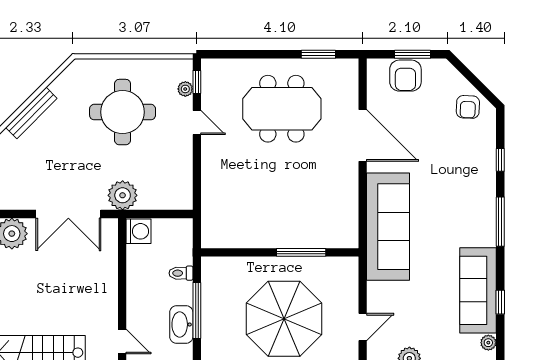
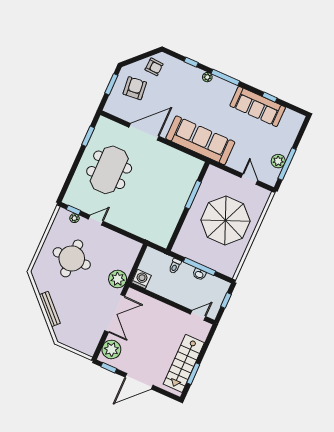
armchair: (405, 76) -> (135, 88), moved, turned -96
washbasin: (181, 325) -> (199, 274), width x0.52, depth x0.69
plant: (488, 343) -> (207, 77), moved

